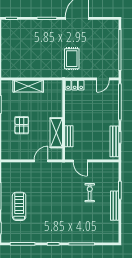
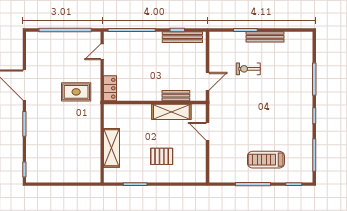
door: (103, 79) -> (102, 52), swing flipped

